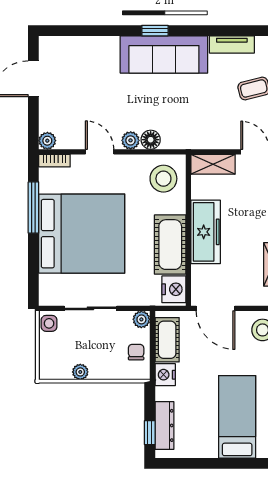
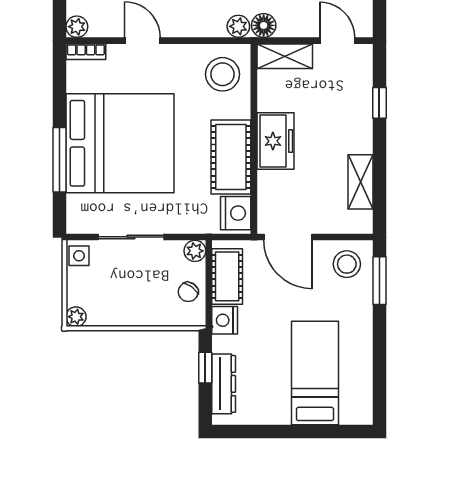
plant: (131, 140) -> (238, 26), moved
floor lamp: (151, 140) -> (264, 25), moved
window: (33, 208) -> (59, 160), moved
freezer: (206, 232) -> (276, 141), width x0.71
chair: (136, 352) -> (188, 292), turned -144
plant: (80, 372) -> (76, 317), moved
window: (150, 433) -> (205, 368), moved

